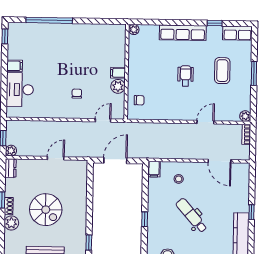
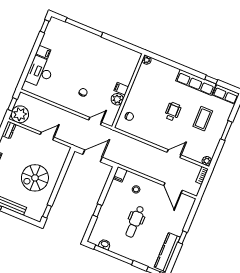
row of seats: (183, 33) -> (196, 82), moved
plant: (11, 151) -> (20, 114), width x1.88, depth x1.88
spiral stairs: (46, 210) -> (35, 178), moved, turned 90
dental chair: (192, 215) -> (135, 222), turned -139

